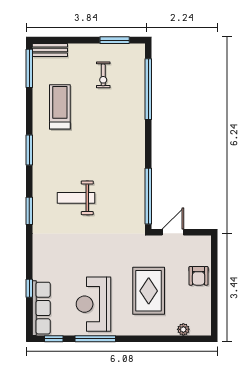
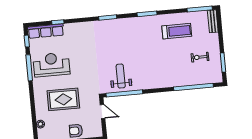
weight bench: (76, 198) -> (121, 76), moved

